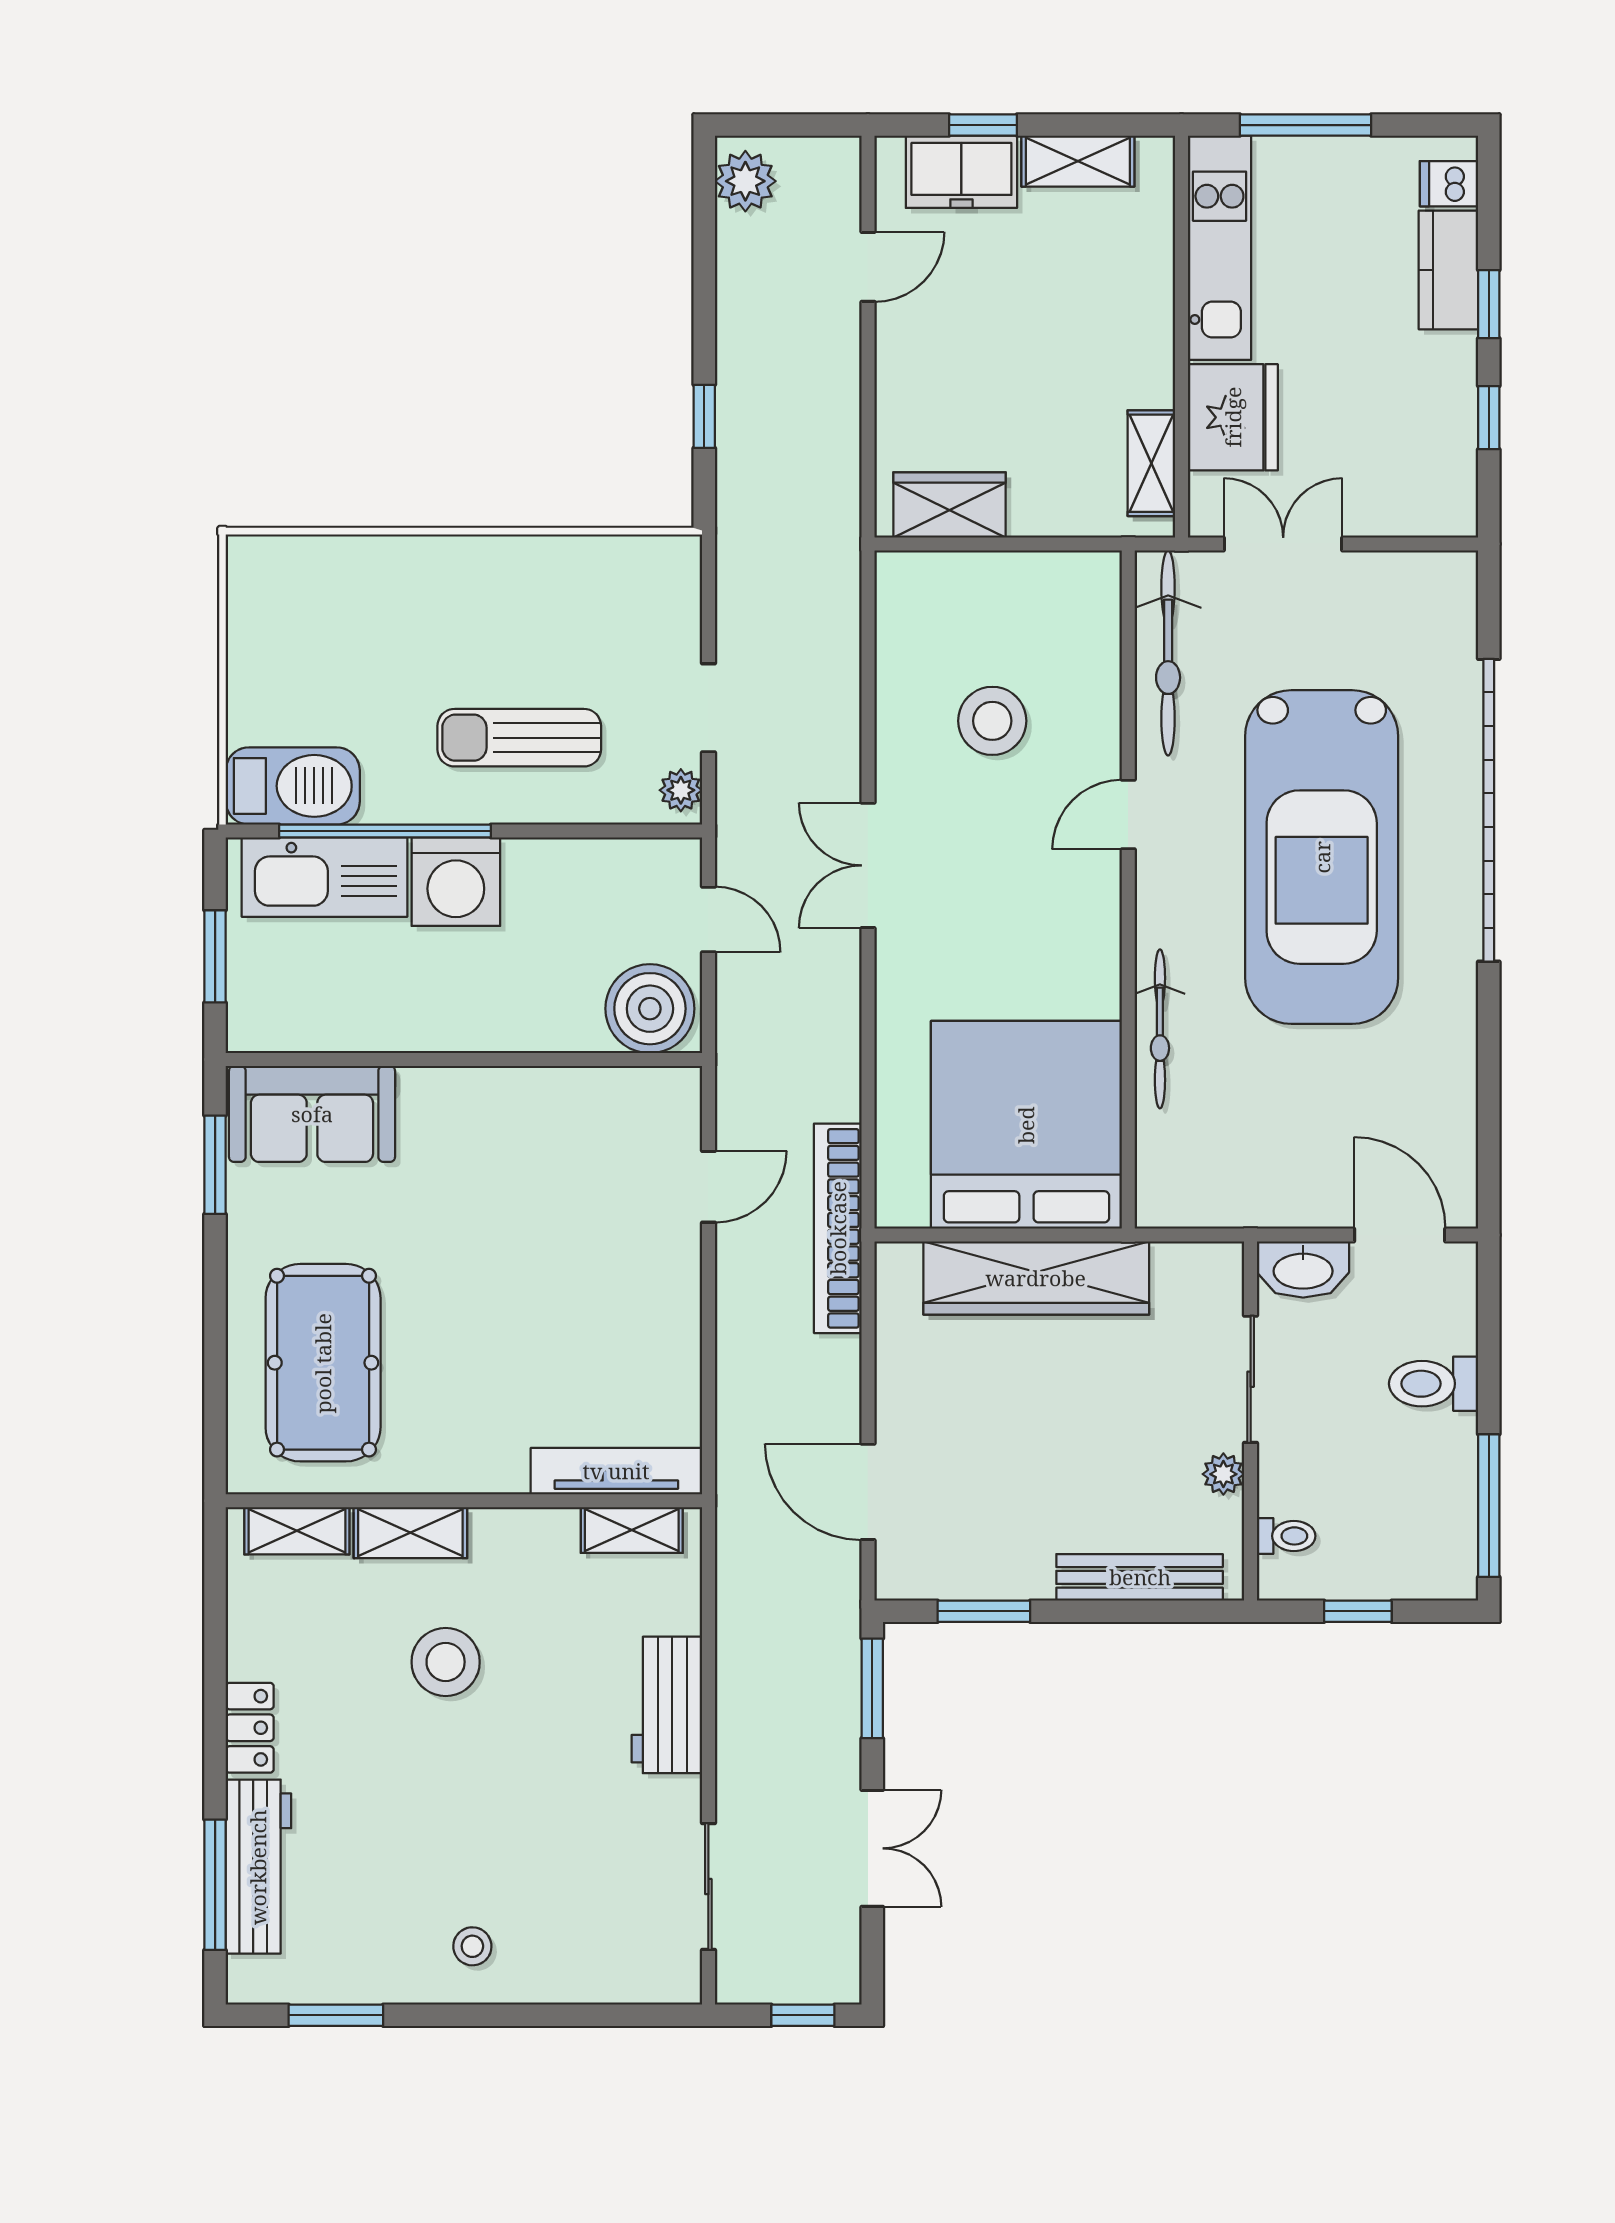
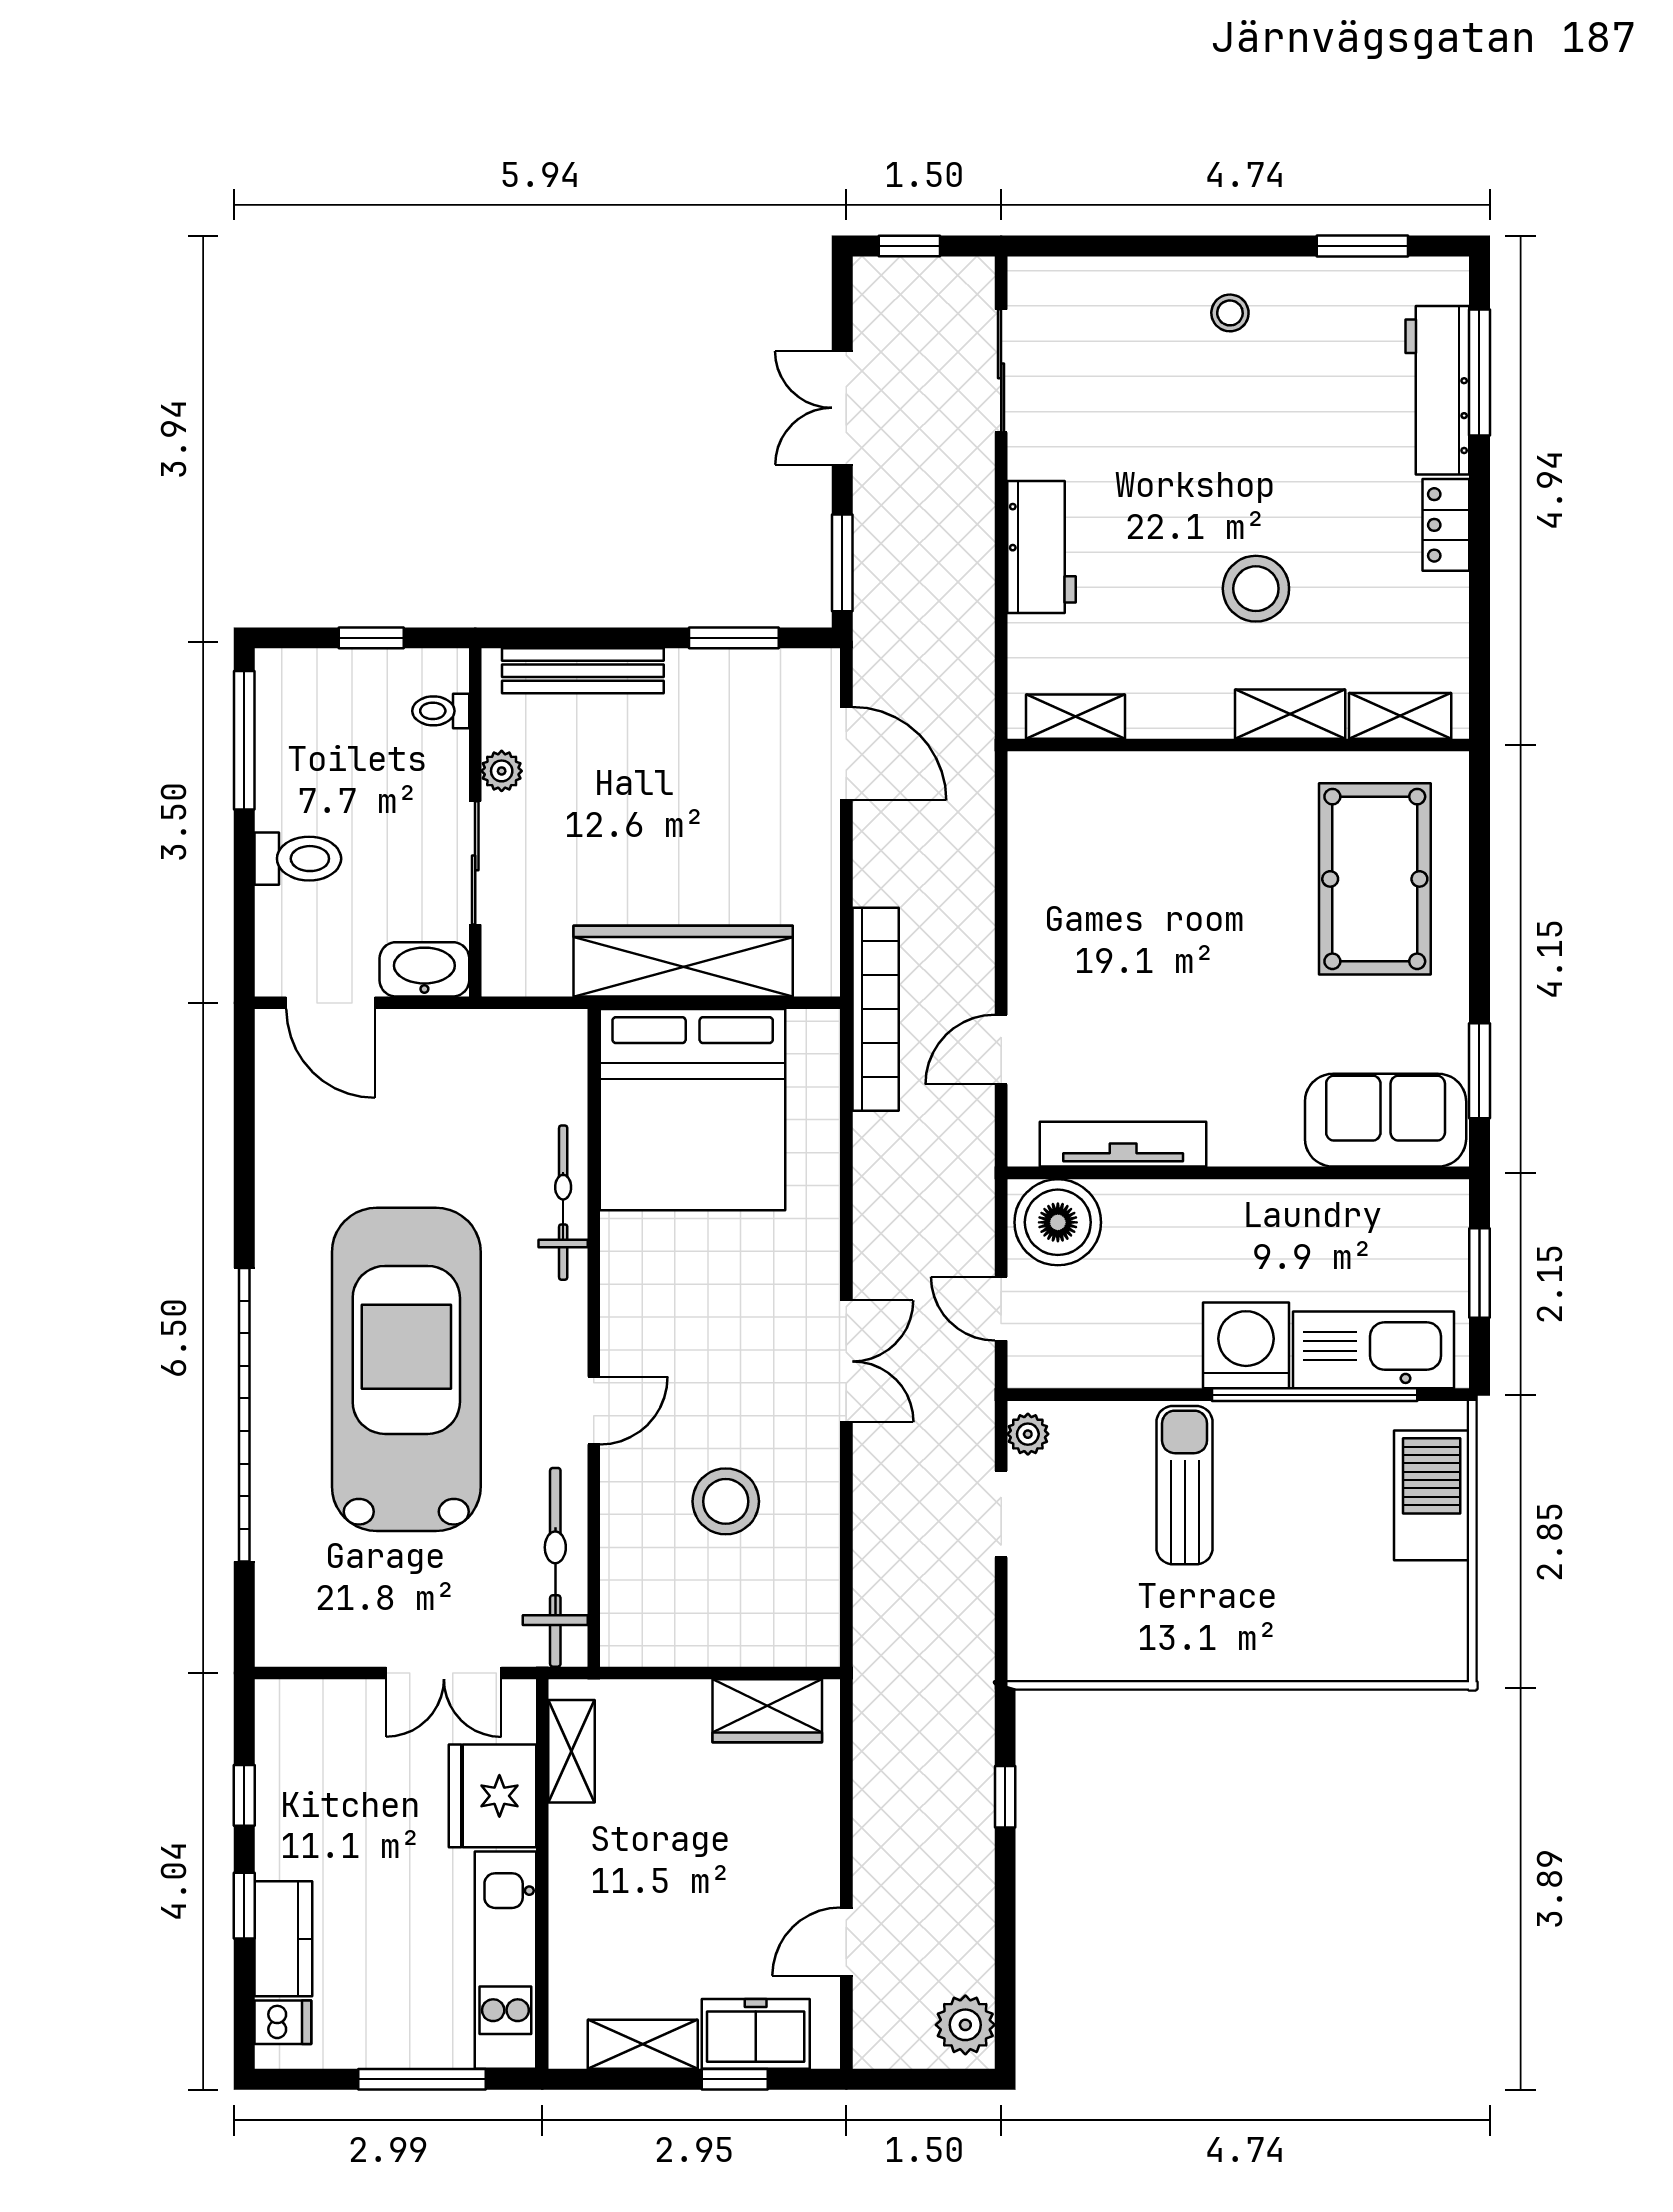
sun lounger: (519, 738) -> (1185, 1485), turned -90
barbecue: (293, 786) -> (1432, 1495), moved, turned 90
tv unit: (616, 1471) -> (1123, 1144), moved, turned 180

